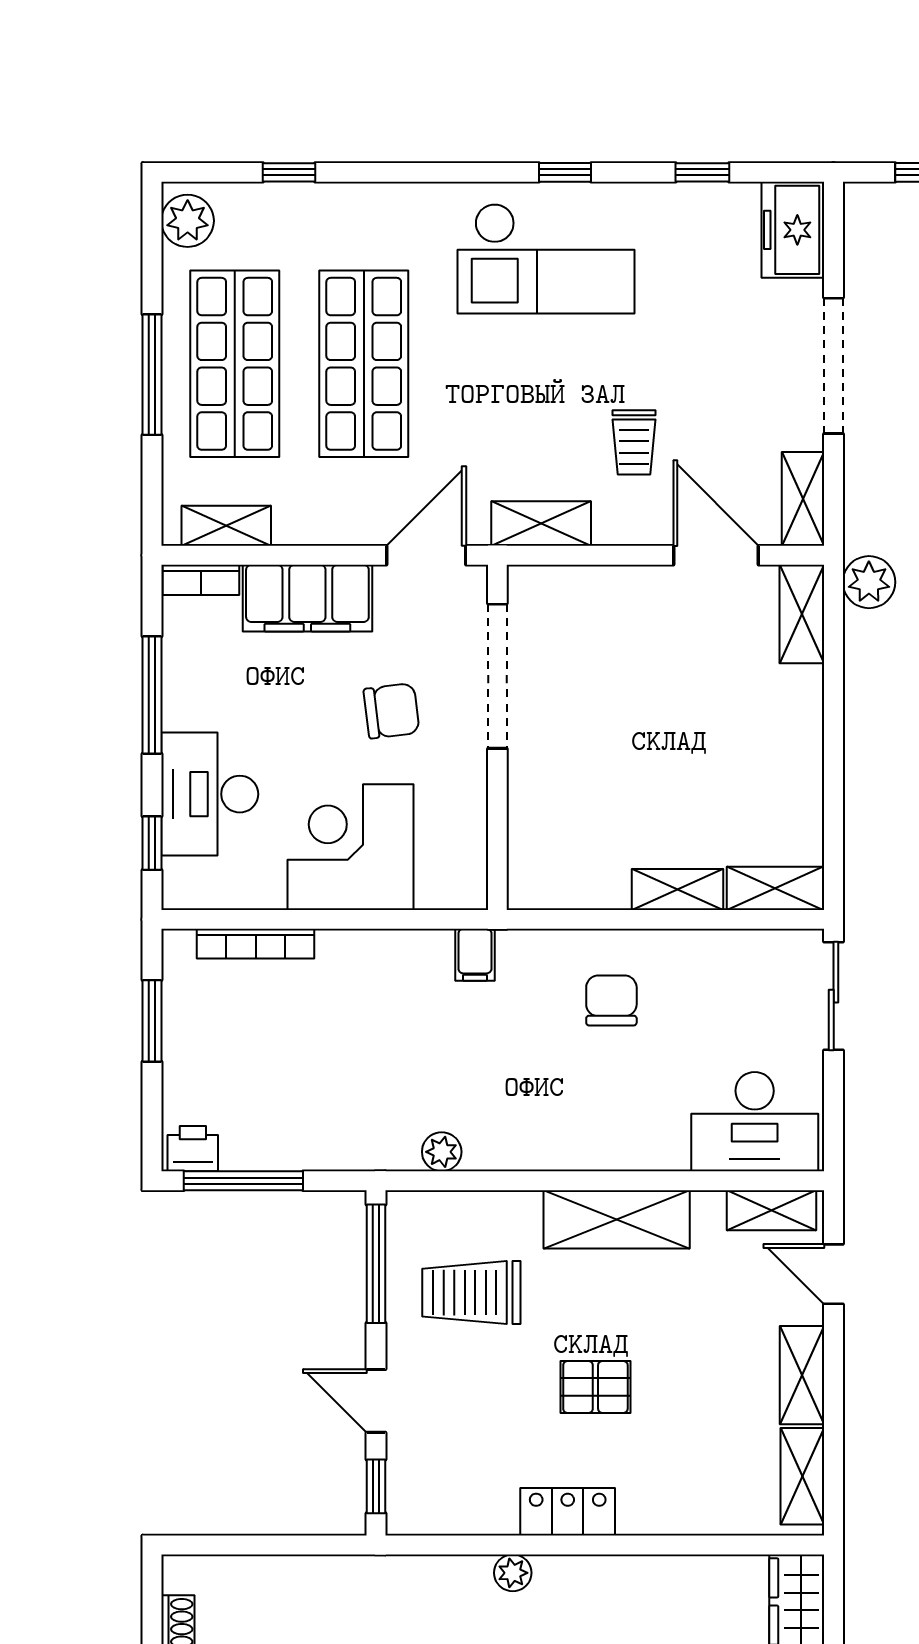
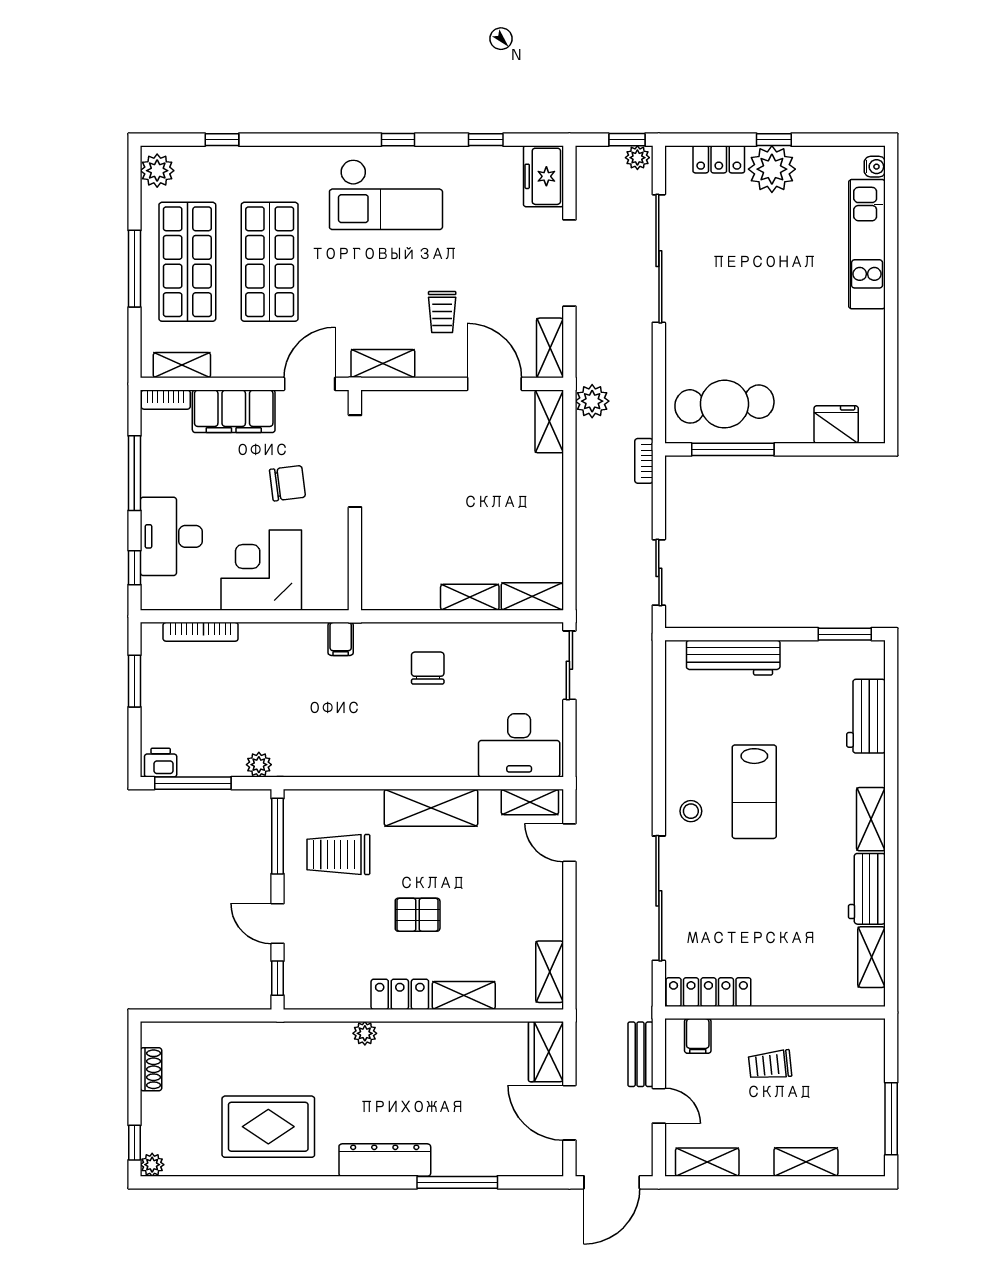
plant: (442, 1152) -> (259, 765), moved
shelving: (802, 1375) -> (464, 995), moved, turned 90

